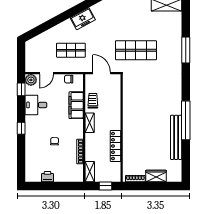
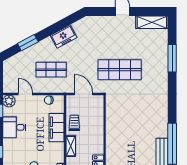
window: (49, 25) -> (28, 43), added
window: (186, 50) -> (172, 58), moved
door: (46, 73) -> (25, 94), swing flipped

